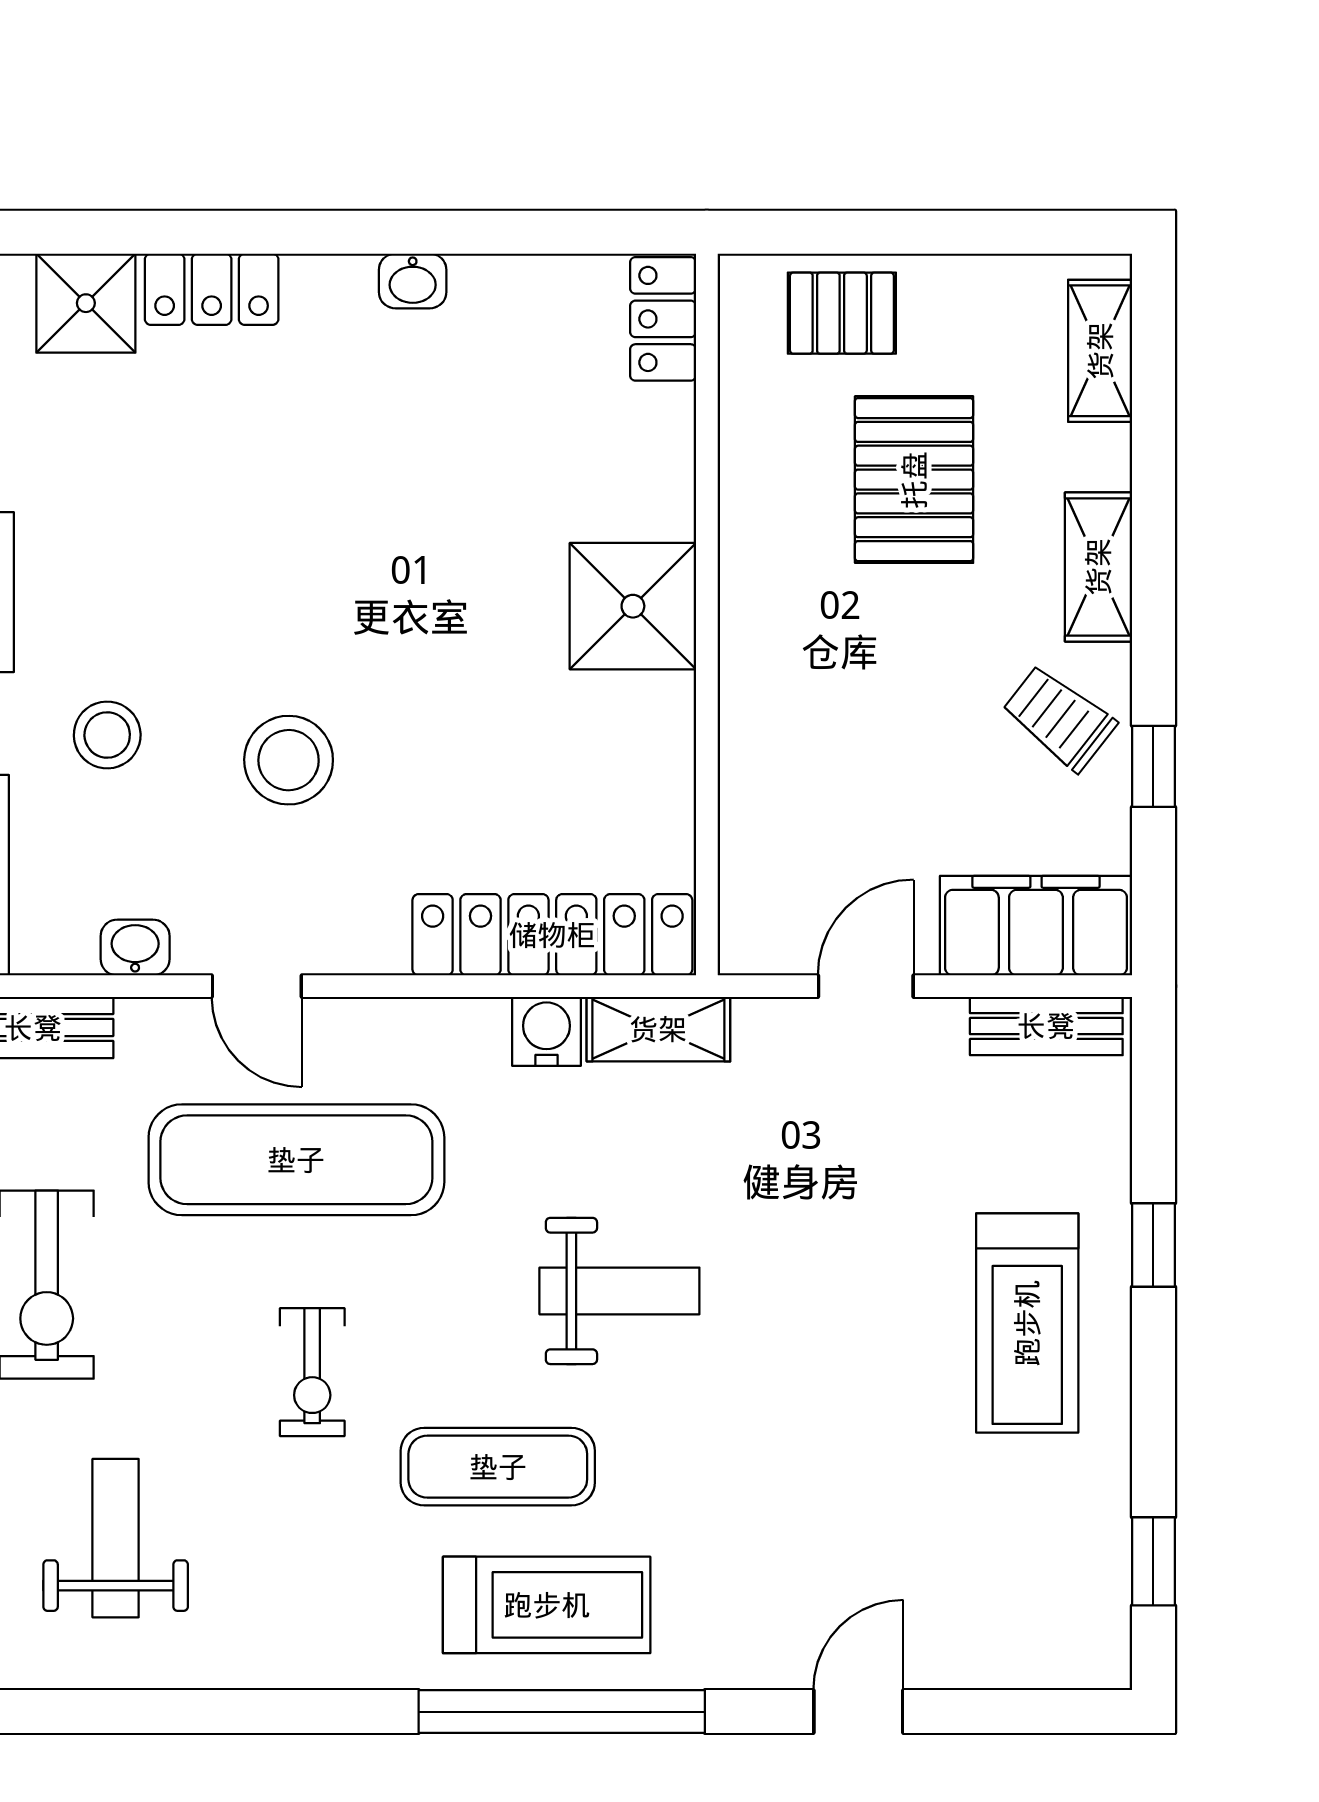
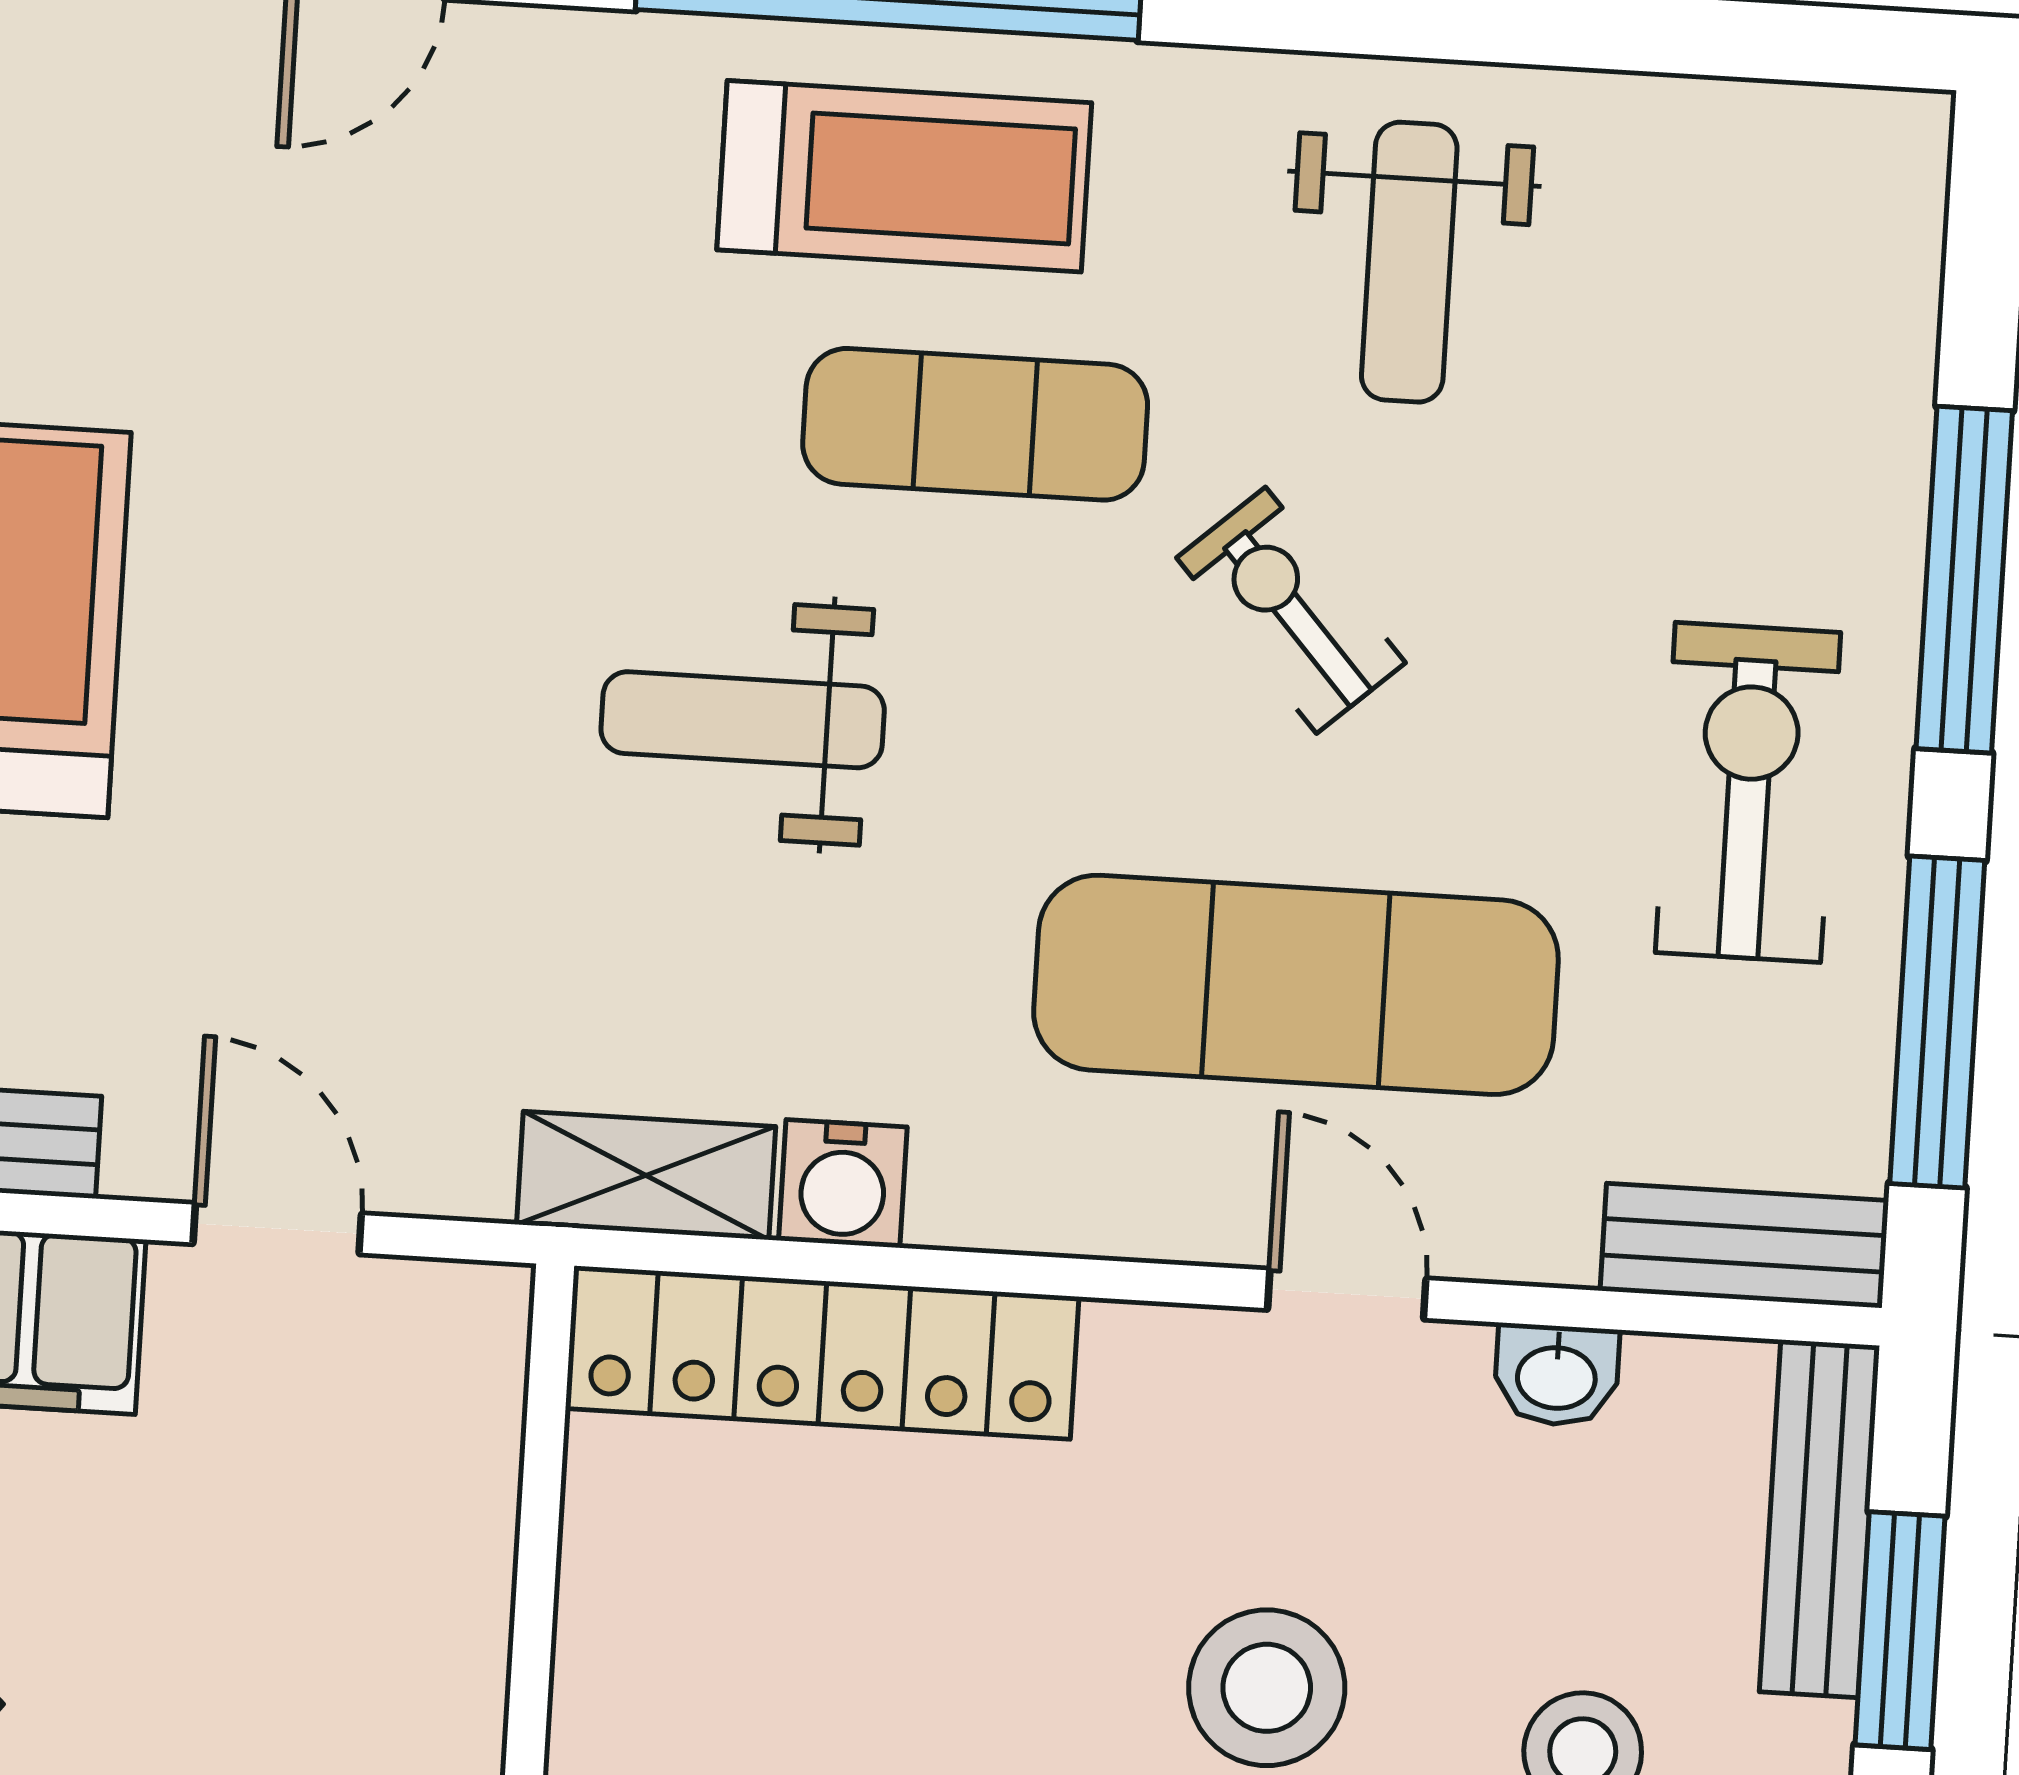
door: (866, 986) -> (277, 1229), swing flipped
exercise bike: (312, 1372) -> (1291, 610), turned -42
weight bench: (116, 1538) -> (1409, 262), moved
treadmill: (547, 1605) -> (904, 176), turned 180

